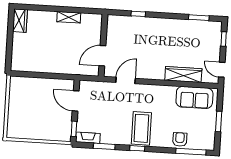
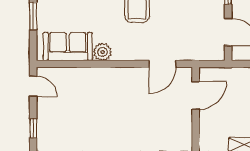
wardrobe: (183, 74) -> (85, 77), removed
plant: (169, 92) -> (102, 52), added

